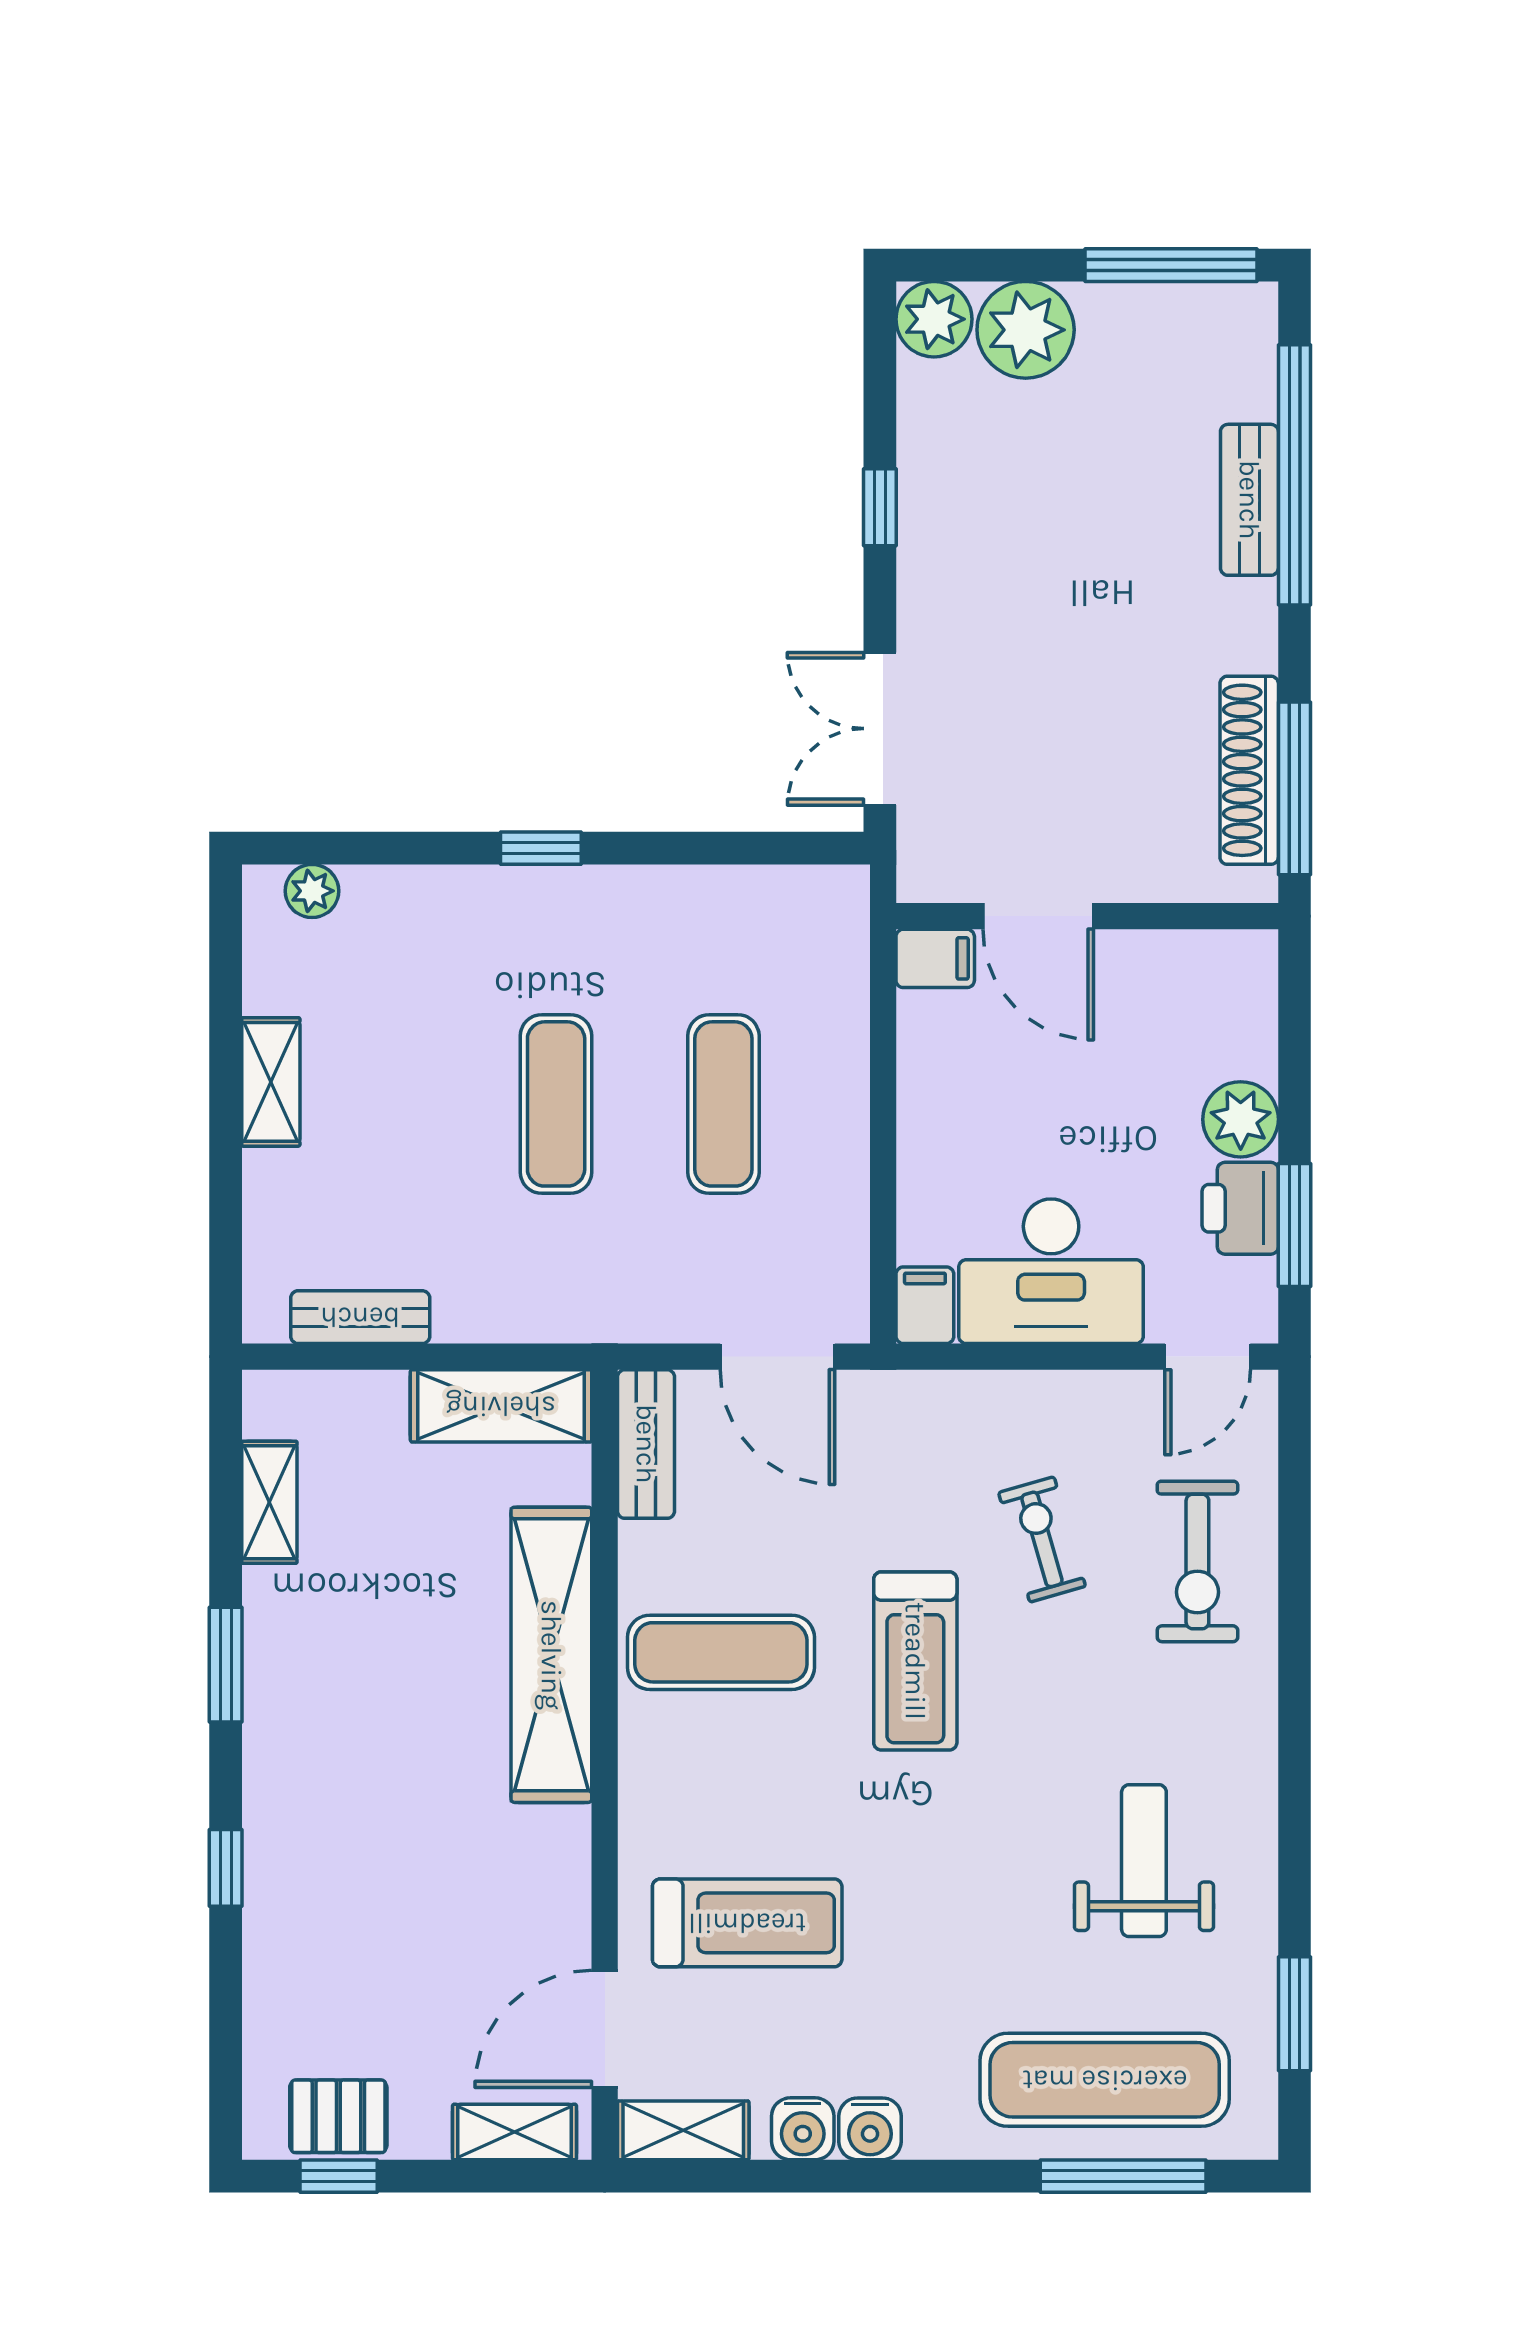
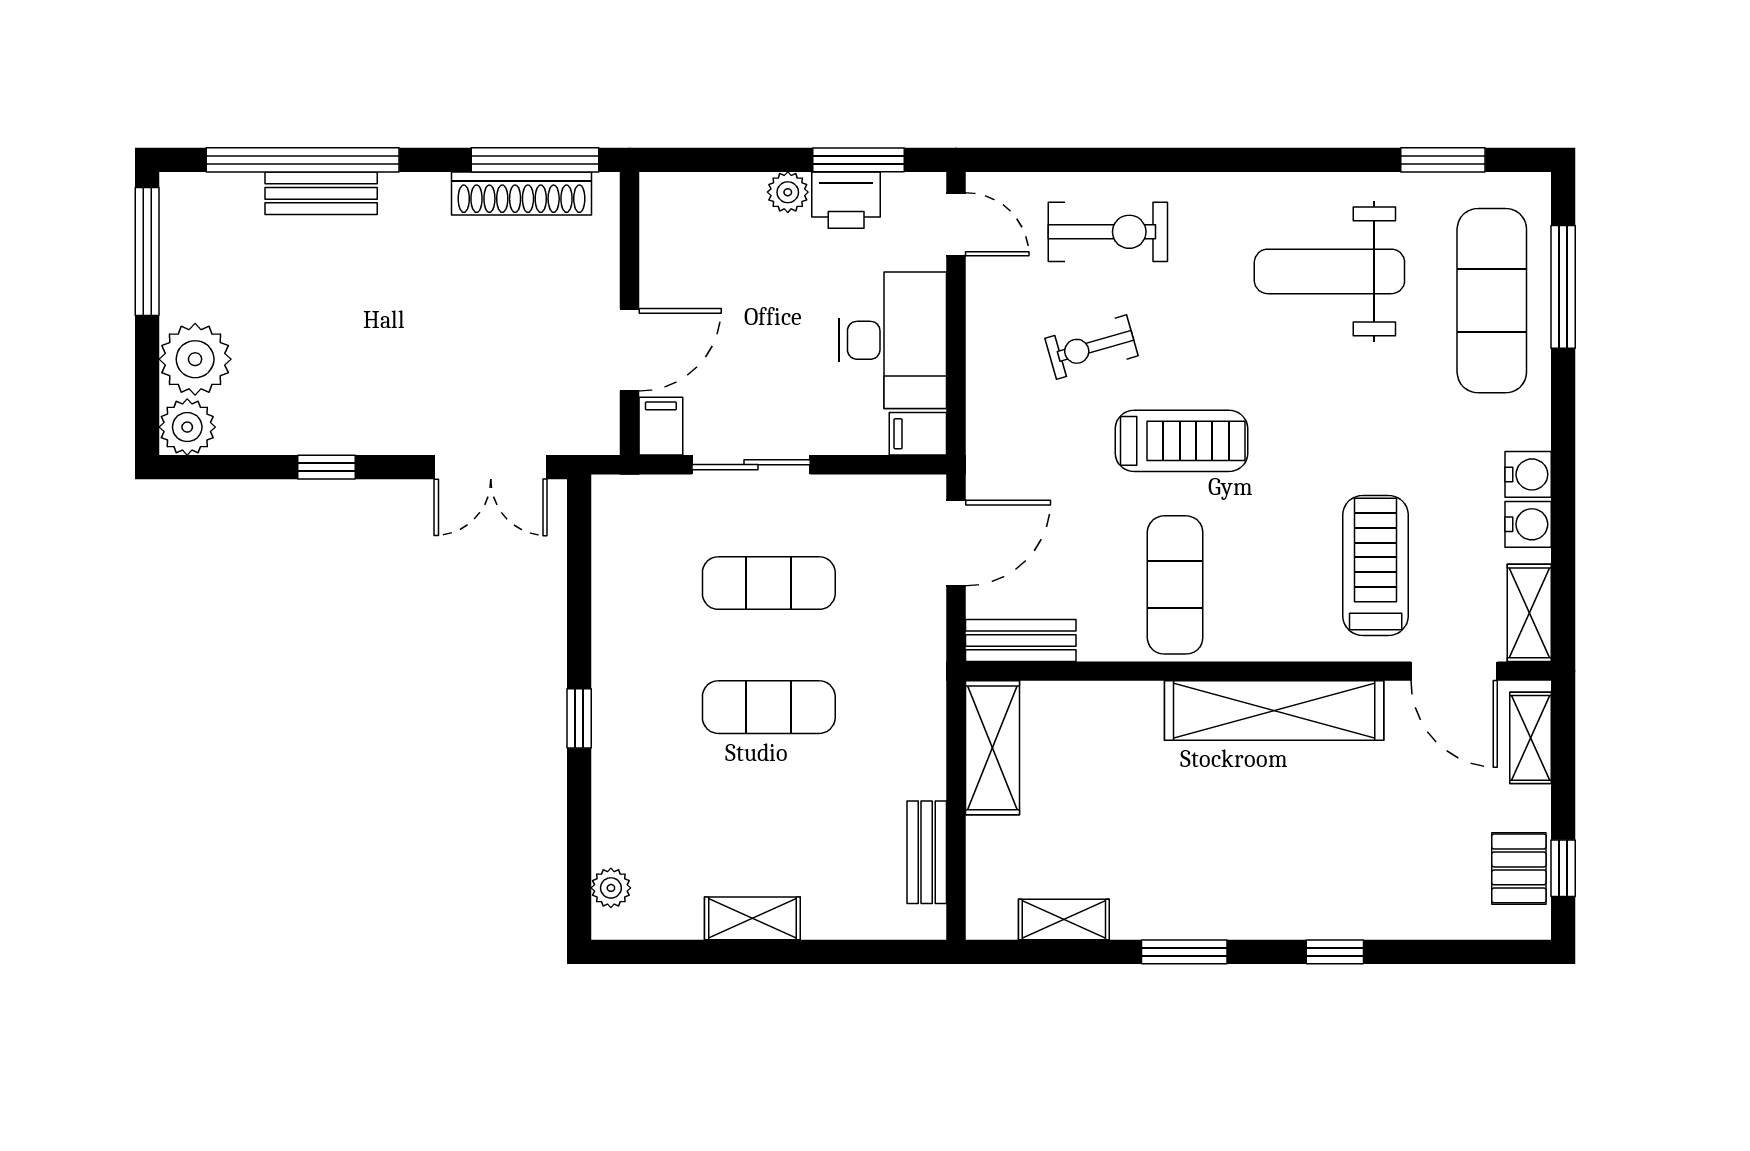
sliding door: (883, 1080) -> (751, 465), added
plant: (1241, 1119) -> (788, 192), width x0.73, depth x0.73
shelving: (551, 1655) -> (1274, 711), moved
weight bench: (1144, 1861) -> (1329, 271), width x1.36, depth x1.33

